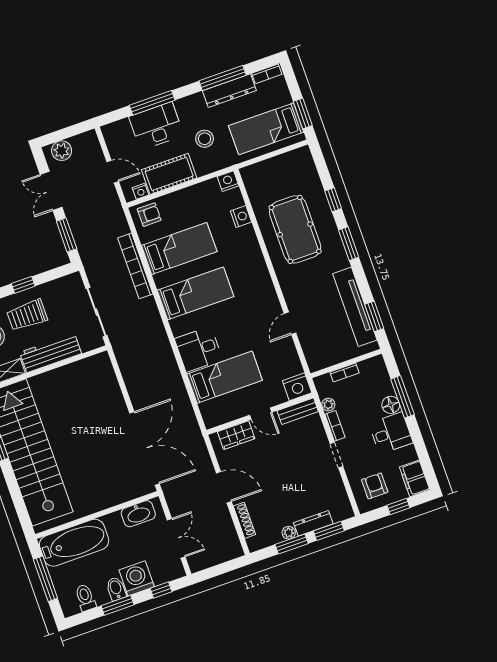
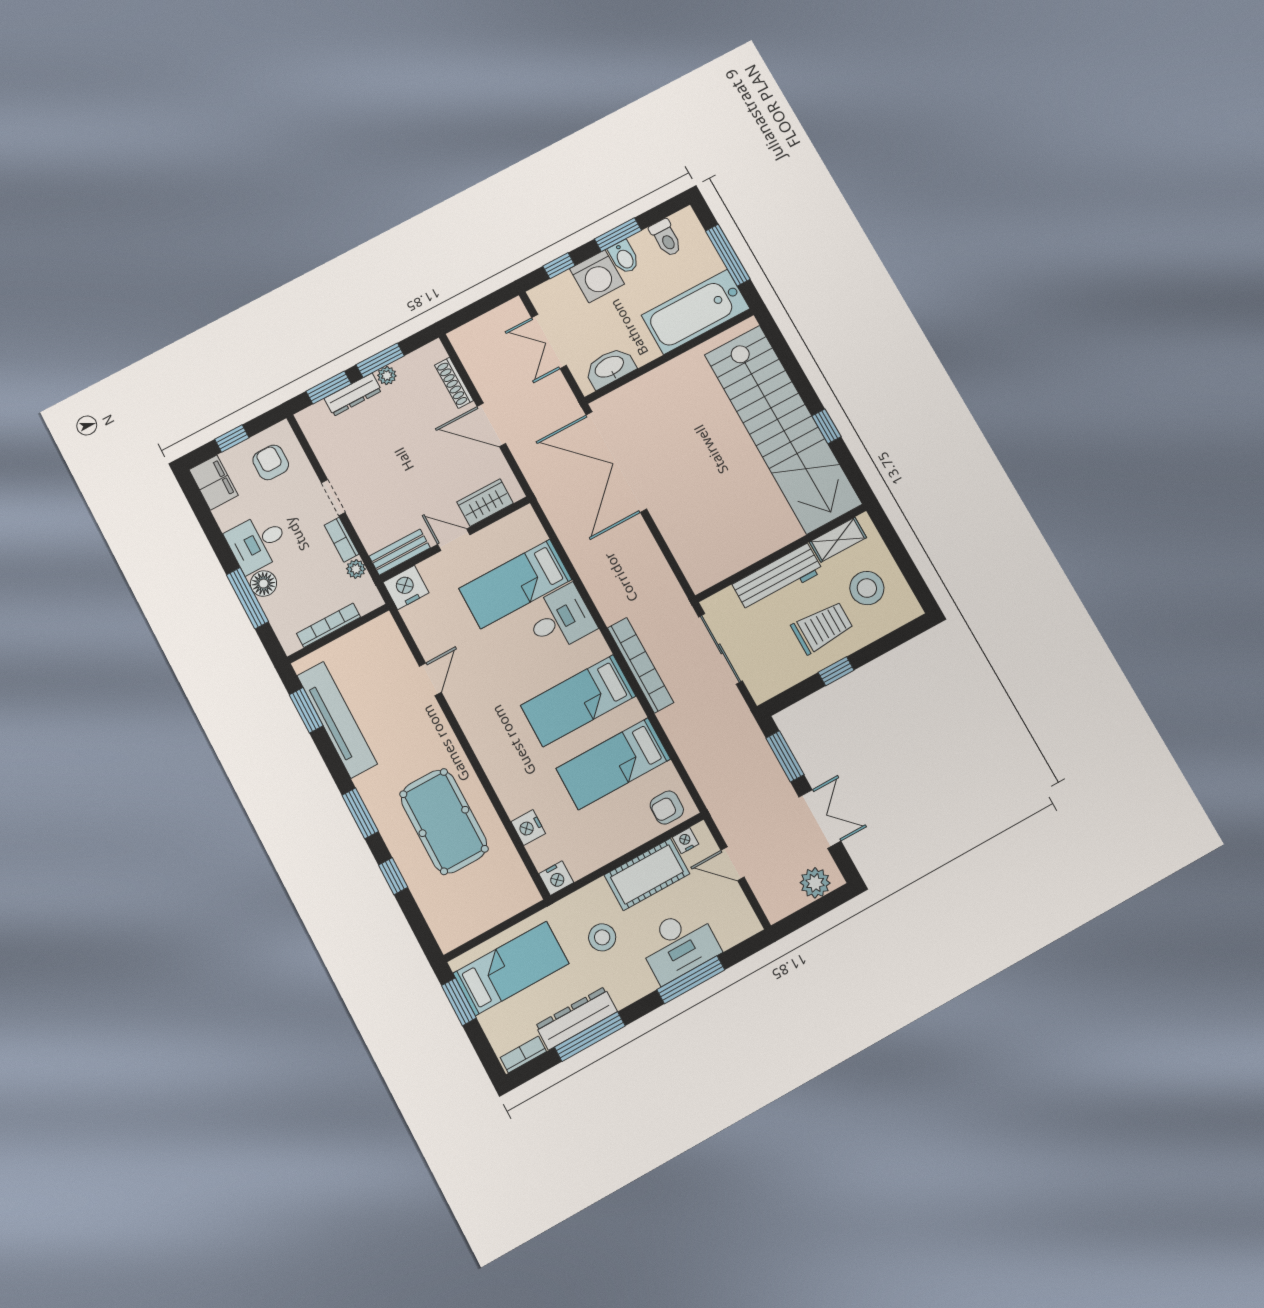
bookcase: (135, 266) -> (640, 665), moved
bookcase: (344, 373) -> (328, 625), width x1.56
armchair: (375, 486) -> (271, 462), turned 180

